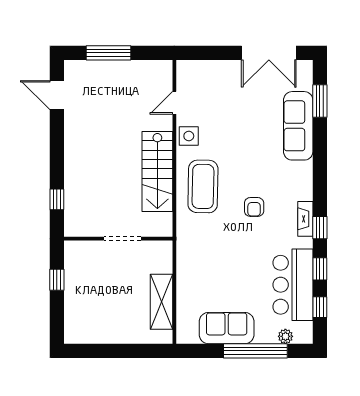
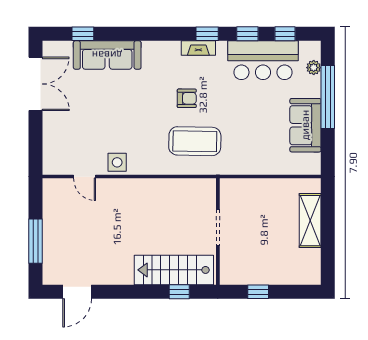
window: (320, 101) -> (83, 34), width x0.67
stairs: (157, 171) -> (174, 270), moved, turned 180
coffee table: (203, 186) -> (195, 141), moved
shelving: (162, 302) -> (310, 221), moved, turned 90

